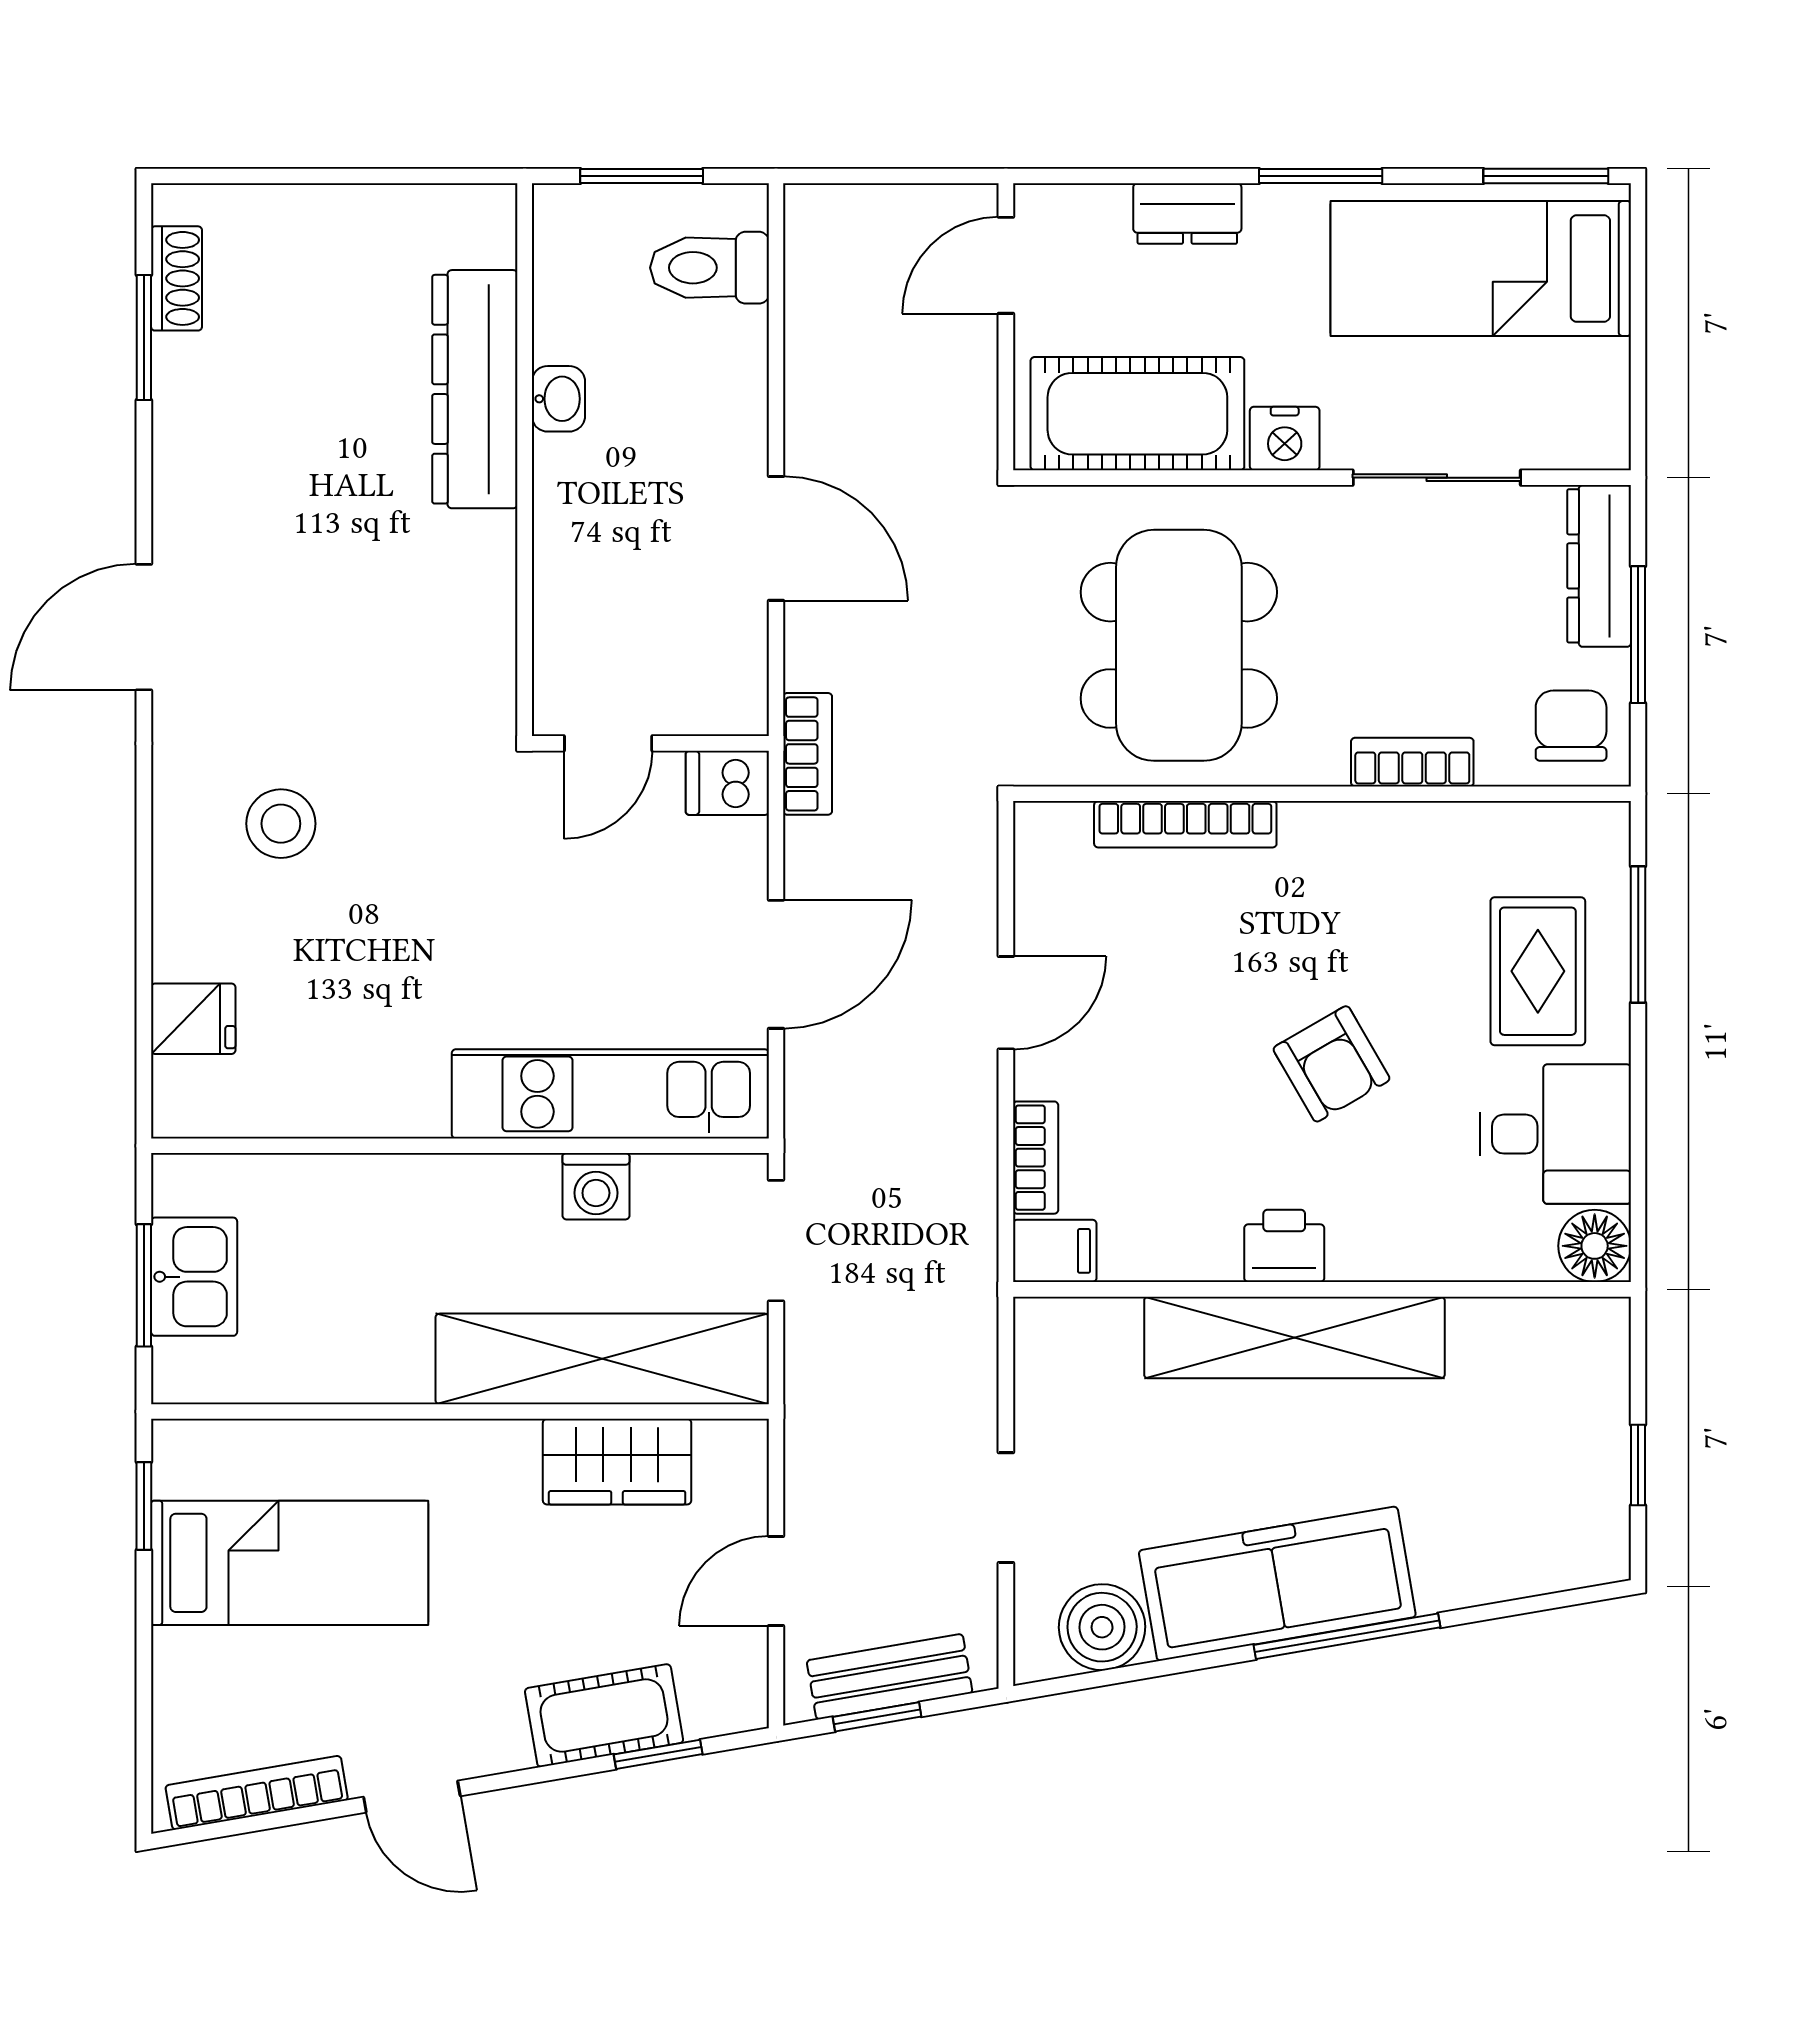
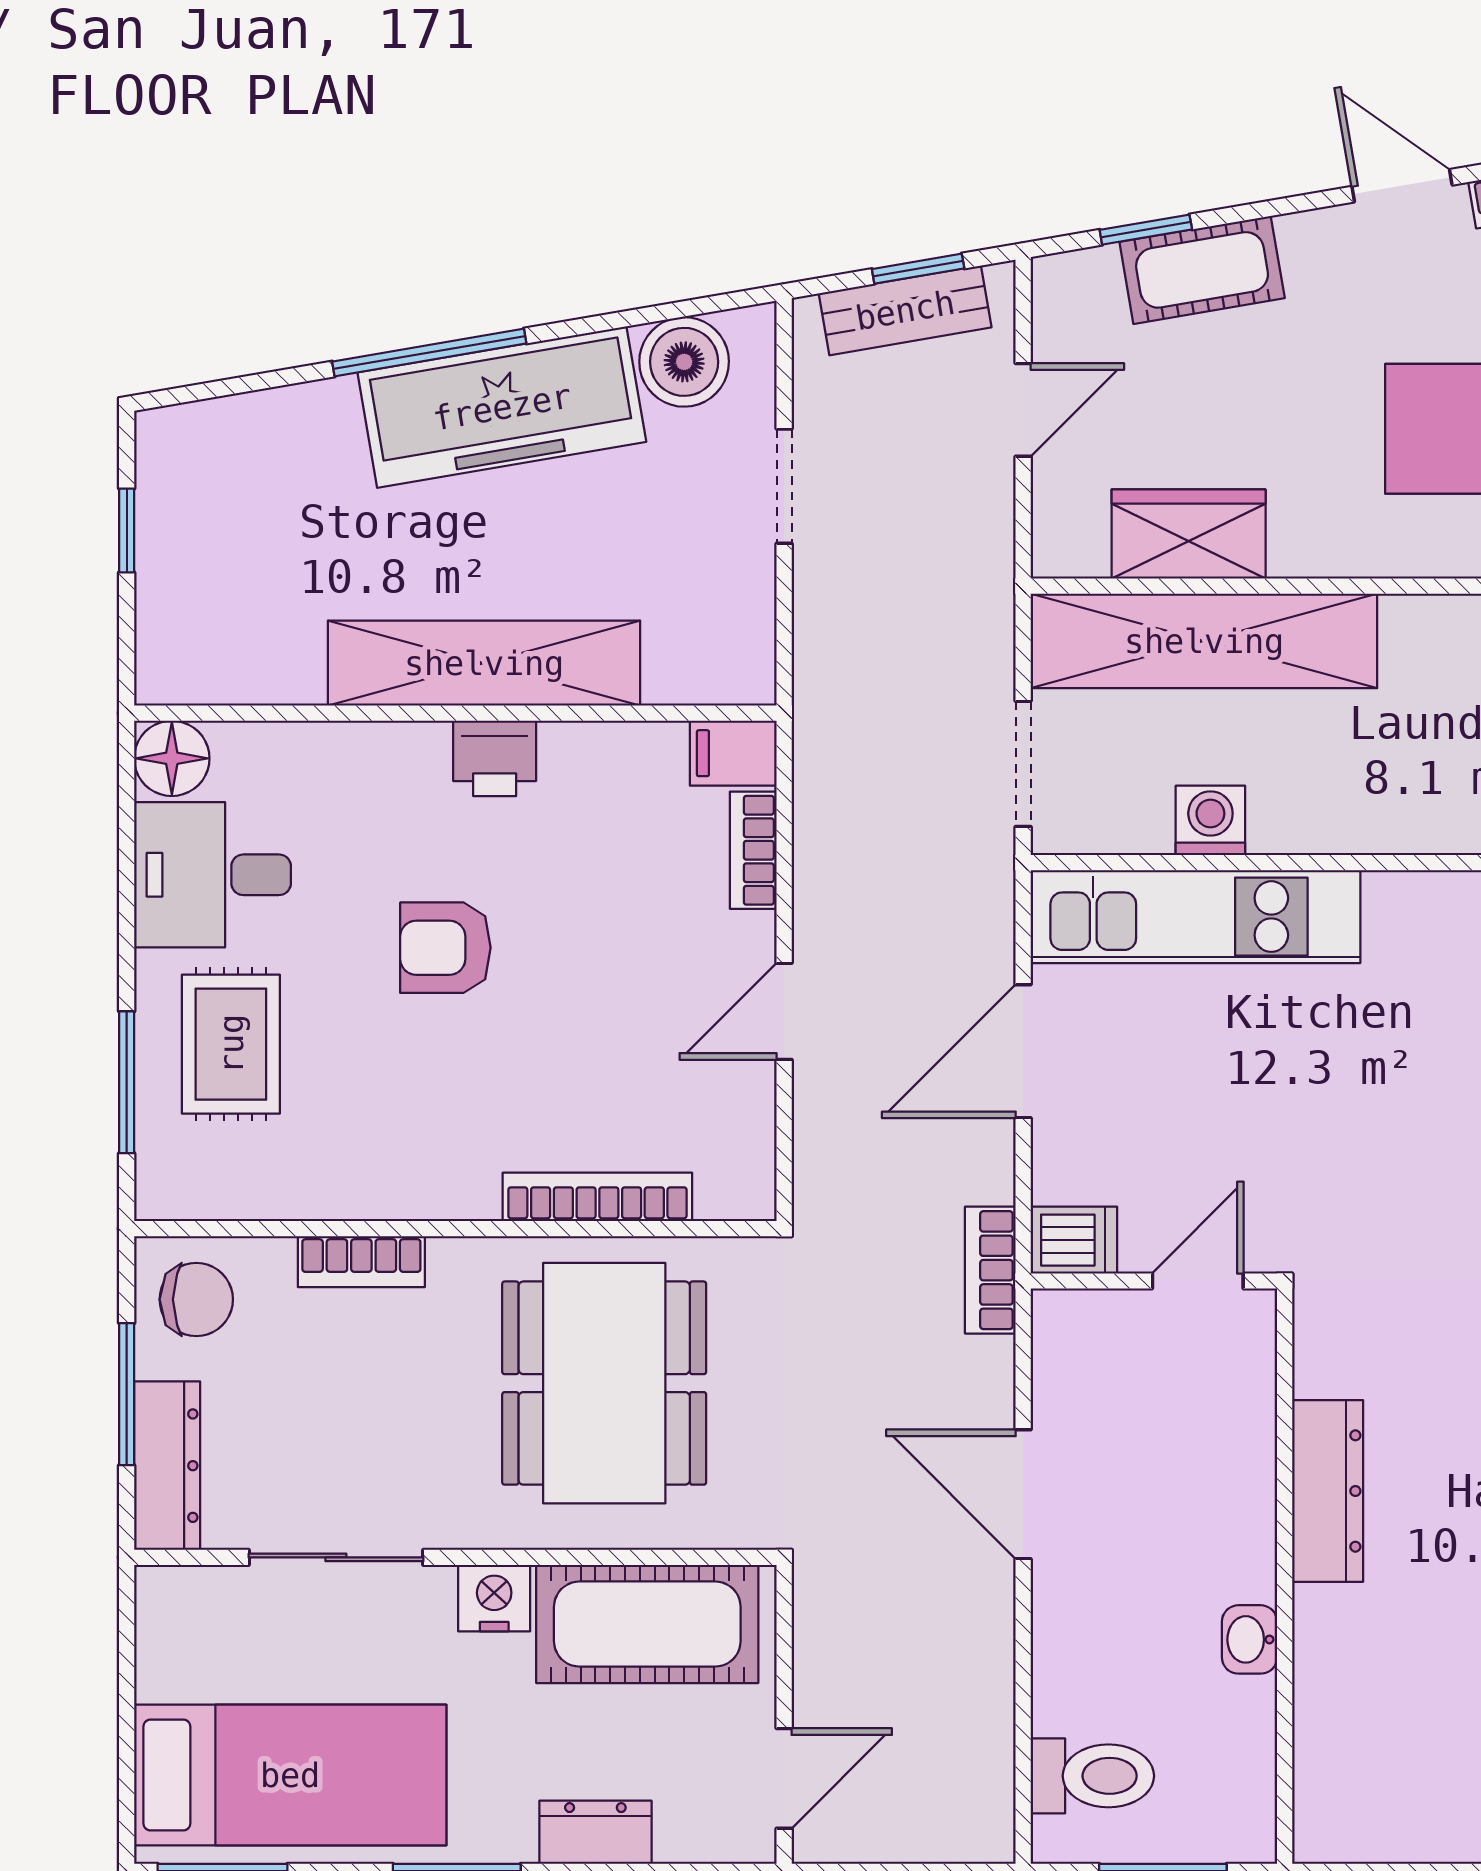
dresser: (475, 389) -> (1328, 1491), moved, width x0.73, depth x0.80
chair: (1571, 726) -> (196, 1299), turned -90
armchair: (1332, 1064) -> (445, 948), turned -60

